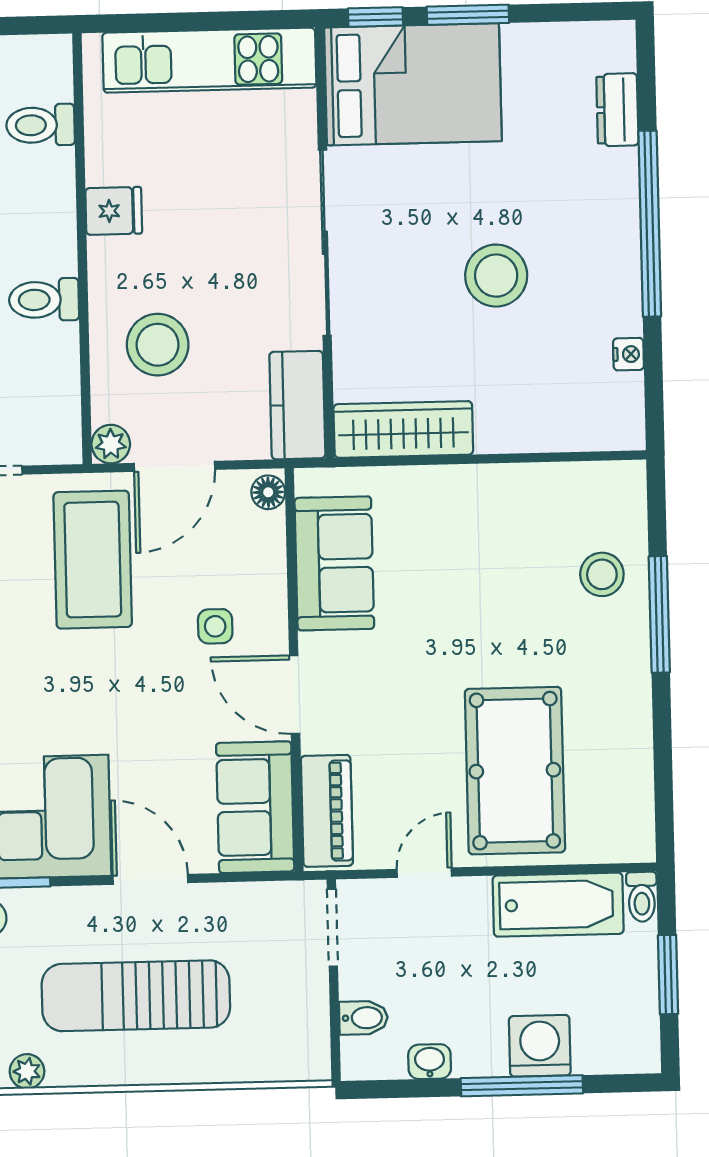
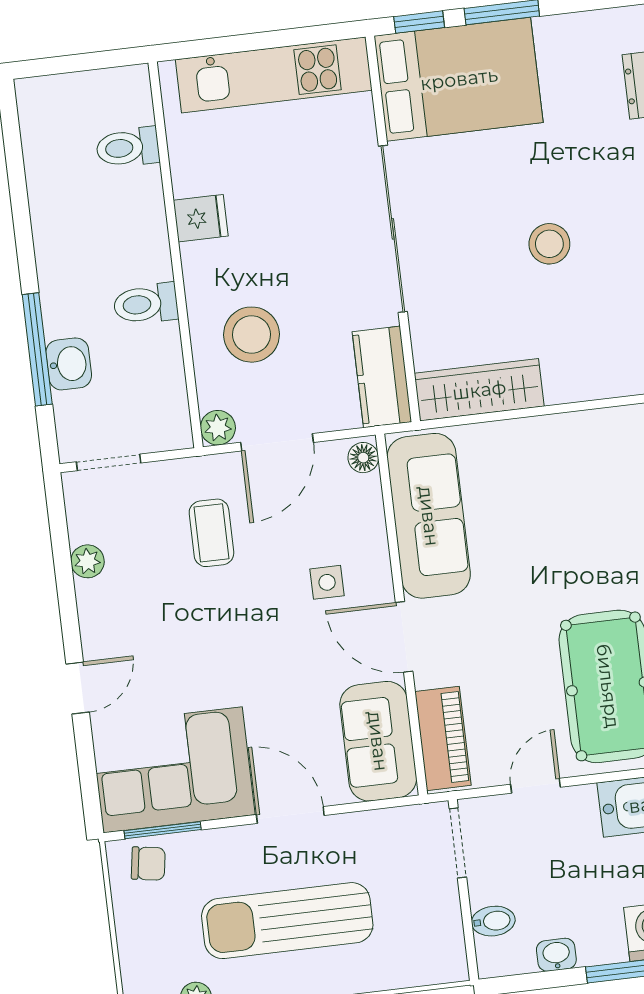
stool: (496, 276) -> (549, 244), width x0.73, depth x0.73
coffee table: (93, 560) -> (211, 533), width x0.54, depth x0.58
sofa: (334, 563) -> (429, 516), width x1.36

